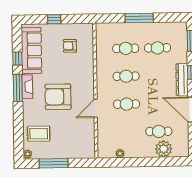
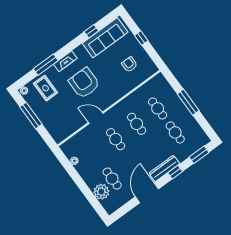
fireplace: (27, 87) -> (65, 61), moved
window: (18, 88) -> (46, 65), moved

